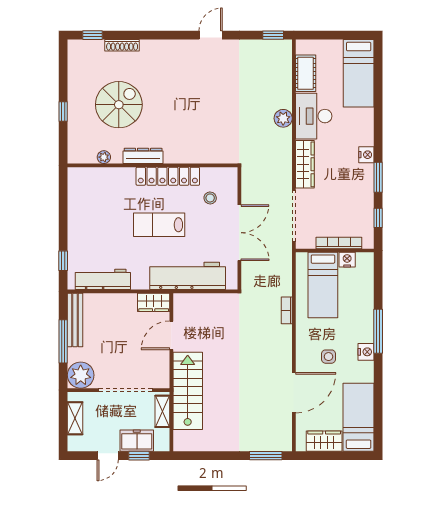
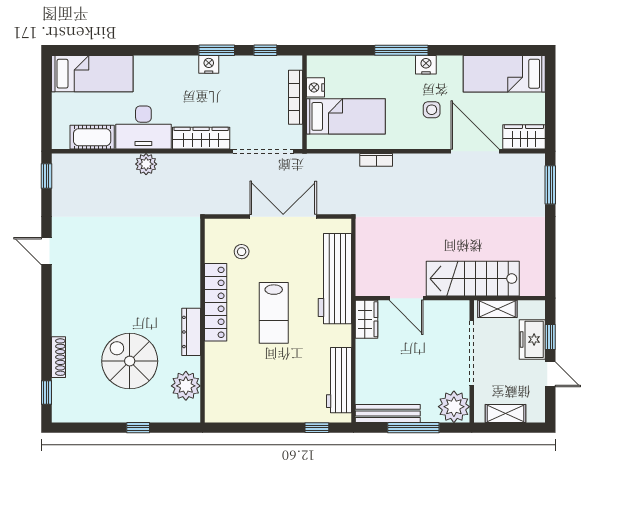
nightstand: (366, 155) -> (209, 64), moved
plant: (104, 157) -> (186, 386), width x1.87, depth x1.87
wardrobe: (324, 441) -> (524, 137), moved, turned 90

